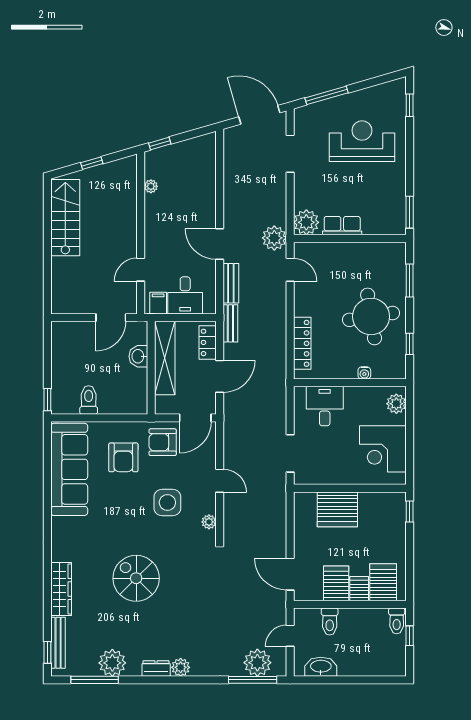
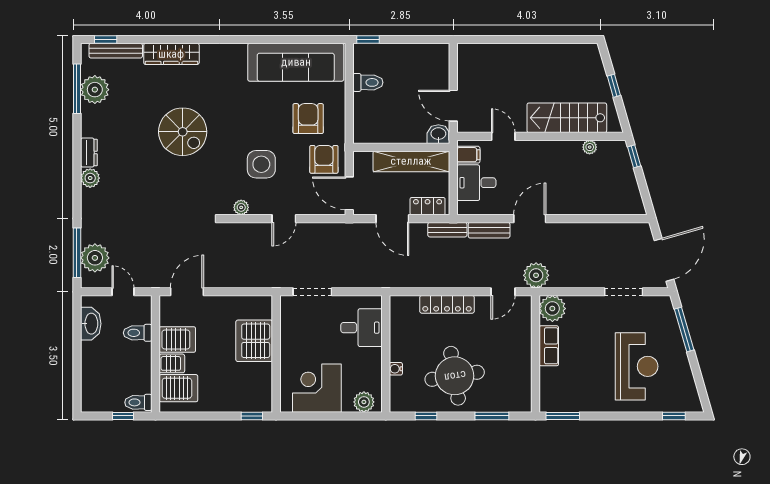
stairs: (65, 218) -> (567, 118), moved, turned 180
locker: (302, 343) -> (447, 304), moved
washbasin: (138, 356) -> (438, 134), moved
armchair: (123, 457) -> (308, 119), turned 90
spiral stairs: (136, 578) -> (183, 132), turned 90
plant: (112, 663) -> (95, 90), moved

